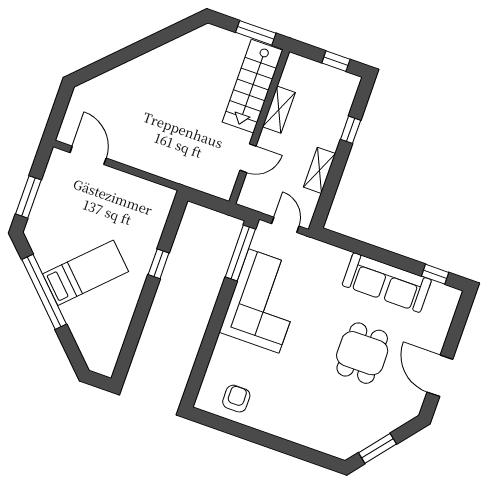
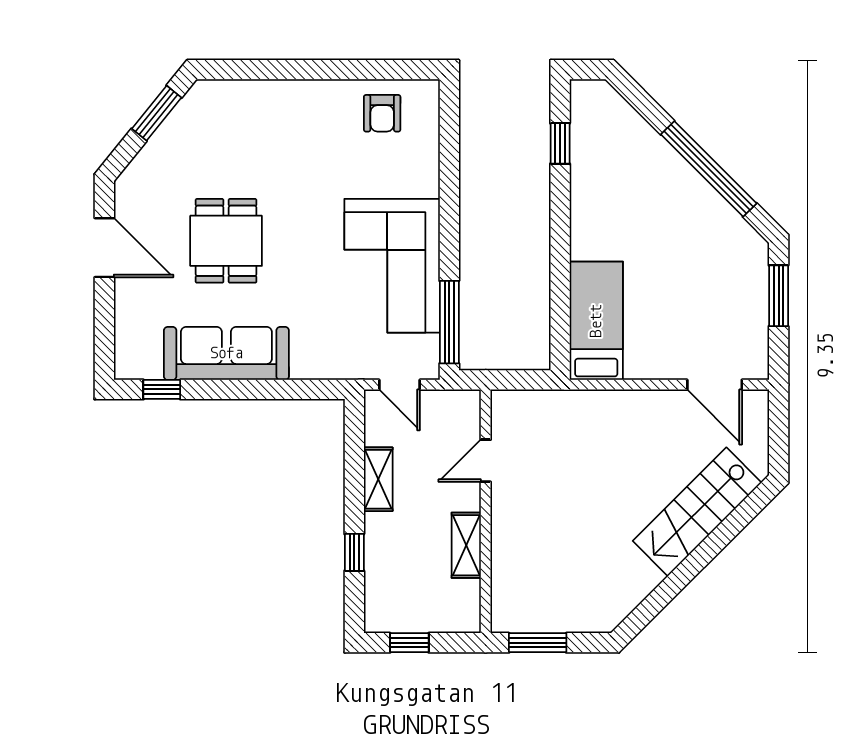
stairs: (252, 86) -> (697, 512), moved, turned -135
window: (159, 264) -> (560, 143), moved
bed: (86, 273) -> (596, 321), moved, turned 135

